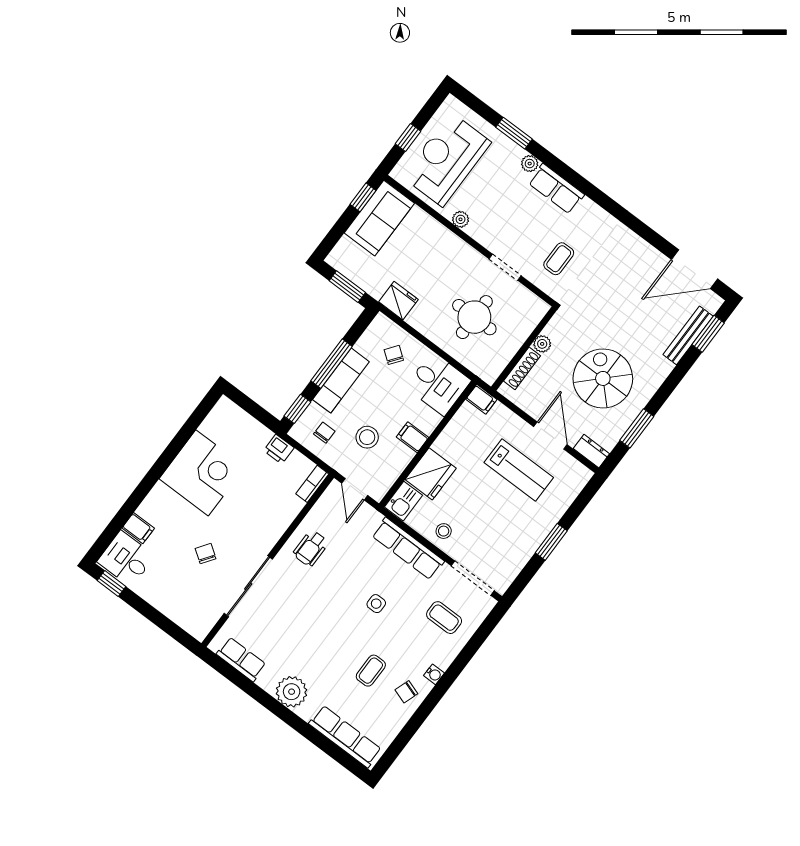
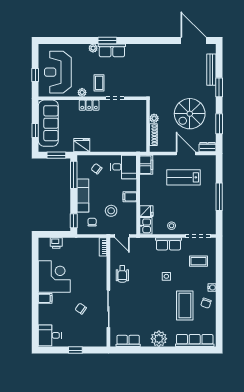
window: (514, 133) -> (107, 41), moved
window: (363, 197) -> (35, 131), moved
sofa: (379, 218) -> (48, 123), width x1.36
locker: (457, 247) -> (89, 105), added
coffee table: (559, 259) -> (99, 83), moved
door: (694, 269) -> (194, 41), swing flipped
round table: (474, 317) -> (118, 128), removed
window: (708, 334) -> (219, 87), moved
window: (331, 364) -> (74, 175), moved
spiral stairs: (603, 378) -> (190, 114), turned -90
filing cabinet: (481, 399) -> (146, 165), width x2.00
printer: (279, 449) -> (56, 243), moved
lab bench: (519, 470) -> (184, 177), turned 180
fridge: (431, 474) -> (146, 211), width x0.53, depth x0.75
filing cabinet: (138, 528) -> (45, 298), moved
window: (551, 542) -> (219, 197), width x1.44
row of seats: (408, 548) -> (168, 244), width x0.68
window: (111, 584) -> (75, 350), moved
coffee table: (371, 671) -> (185, 306), width x1.86, depth x1.72

